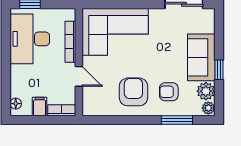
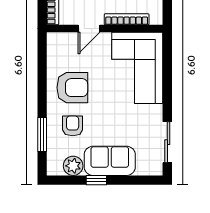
plant: (208, 108) -> (55, 169), removed

